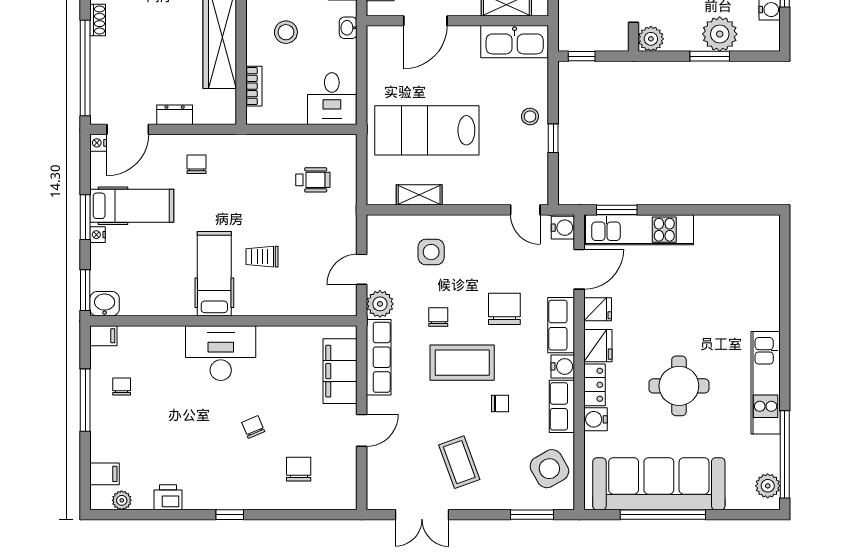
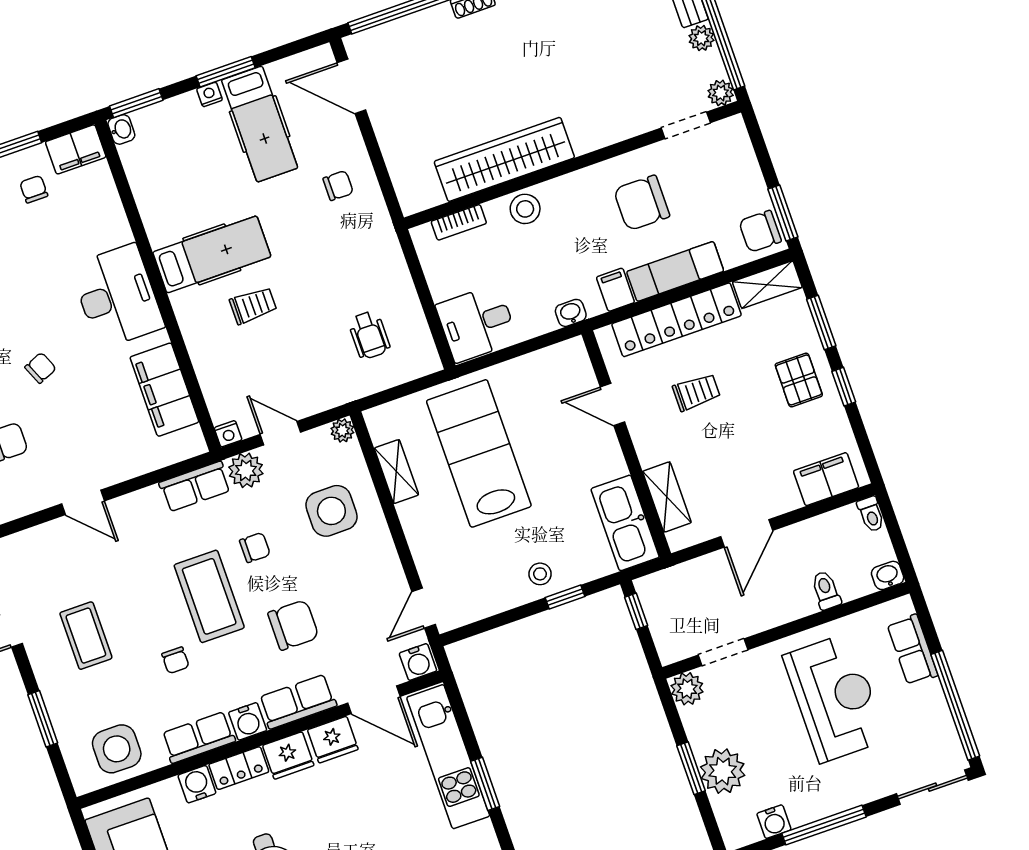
door: (425, 21) -> (612, 404), width x0.73
stool: (286, 32) -> (525, 209), moved
dresser: (175, 115) -> (390, 137), removed
window: (553, 138) -> (565, 597), moved
nightstand: (98, 143) -> (228, 434), moved, turned 180
window: (617, 210) -> (485, 784), moved
plant: (376, 224) -> (342, 430), added
side table: (431, 252) -> (331, 511), width x1.37, depth x1.37
trolley: (262, 257) -> (253, 306), turned 90
washbasin: (105, 304) -> (121, 129), width x0.72, depth x0.69
fridge: (598, 309) -> (333, 740), width x1.38
filing cabinet: (103, 336) -> (76, 149), width x2.00
row of seats: (379, 357) -> (195, 487), width x0.68
filing cabinet: (340, 371) -> (164, 390), moved, turned -90
chair: (122, 386) -> (34, 189), turned -90
coffee table: (459, 462) -> (86, 636), turned -70
side table: (549, 469) -> (117, 749), turned 30
window: (532, 515) -> (43, 719), moved

